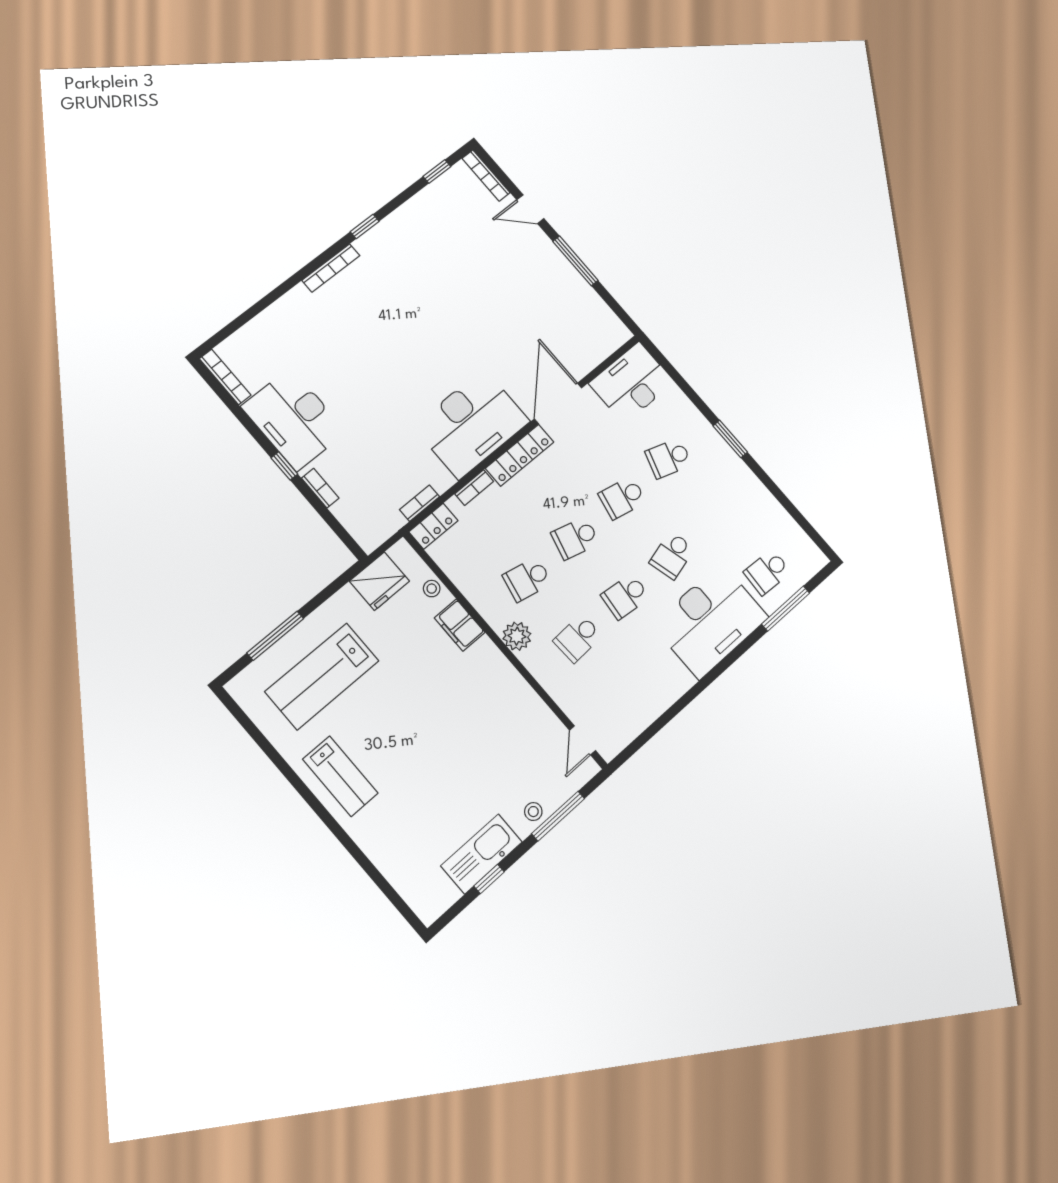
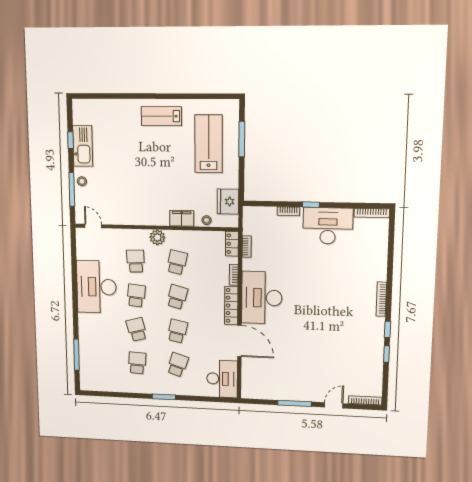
window: (437, 171) -> (386, 354), moved
school desk: (767, 572) -> (137, 363), moved
desk: (710, 621) -> (96, 287), moved

